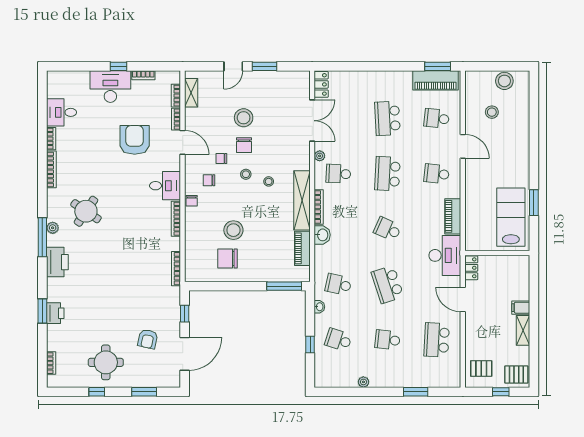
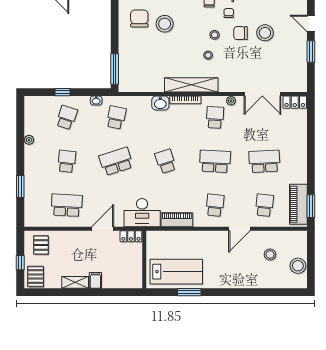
school desk: (387, 229) -> (166, 161), turned -42
piano: (302, 248) -> (148, 85), removed

